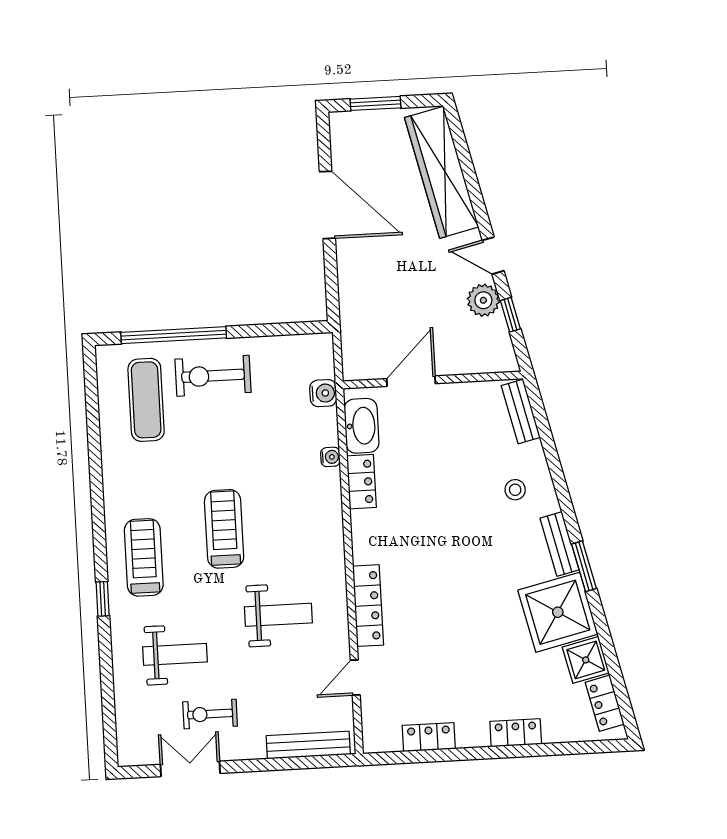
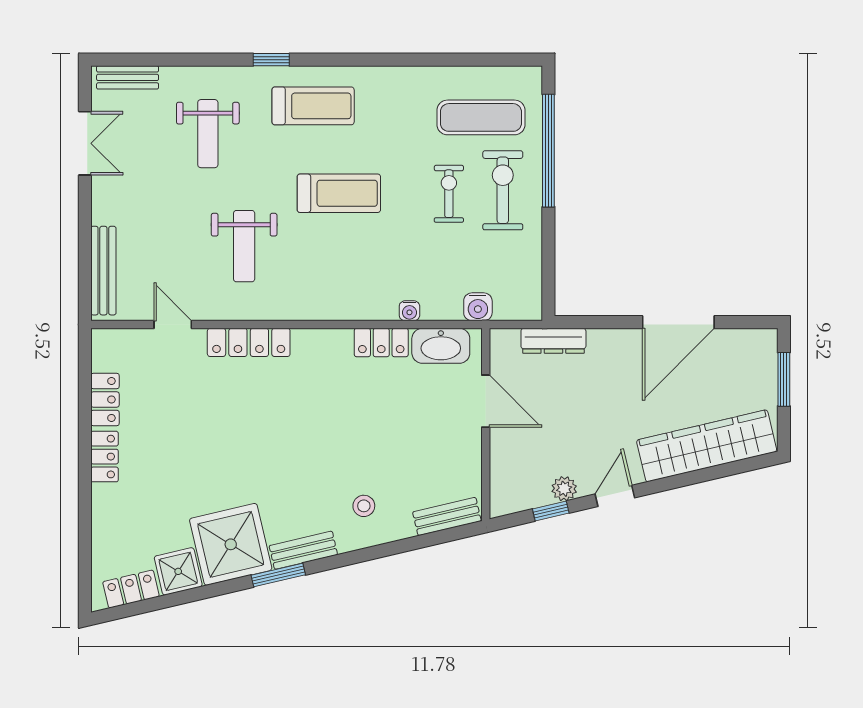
plant: (483, 300) -> (564, 489), width x0.73, depth x0.73
dresser: (351, 321) -> (553, 341), added
exercise bike: (210, 714) -> (449, 194), moved
bench: (127, 732) -> (128, 77), added
locker: (516, 733) -> (105, 457), moved

